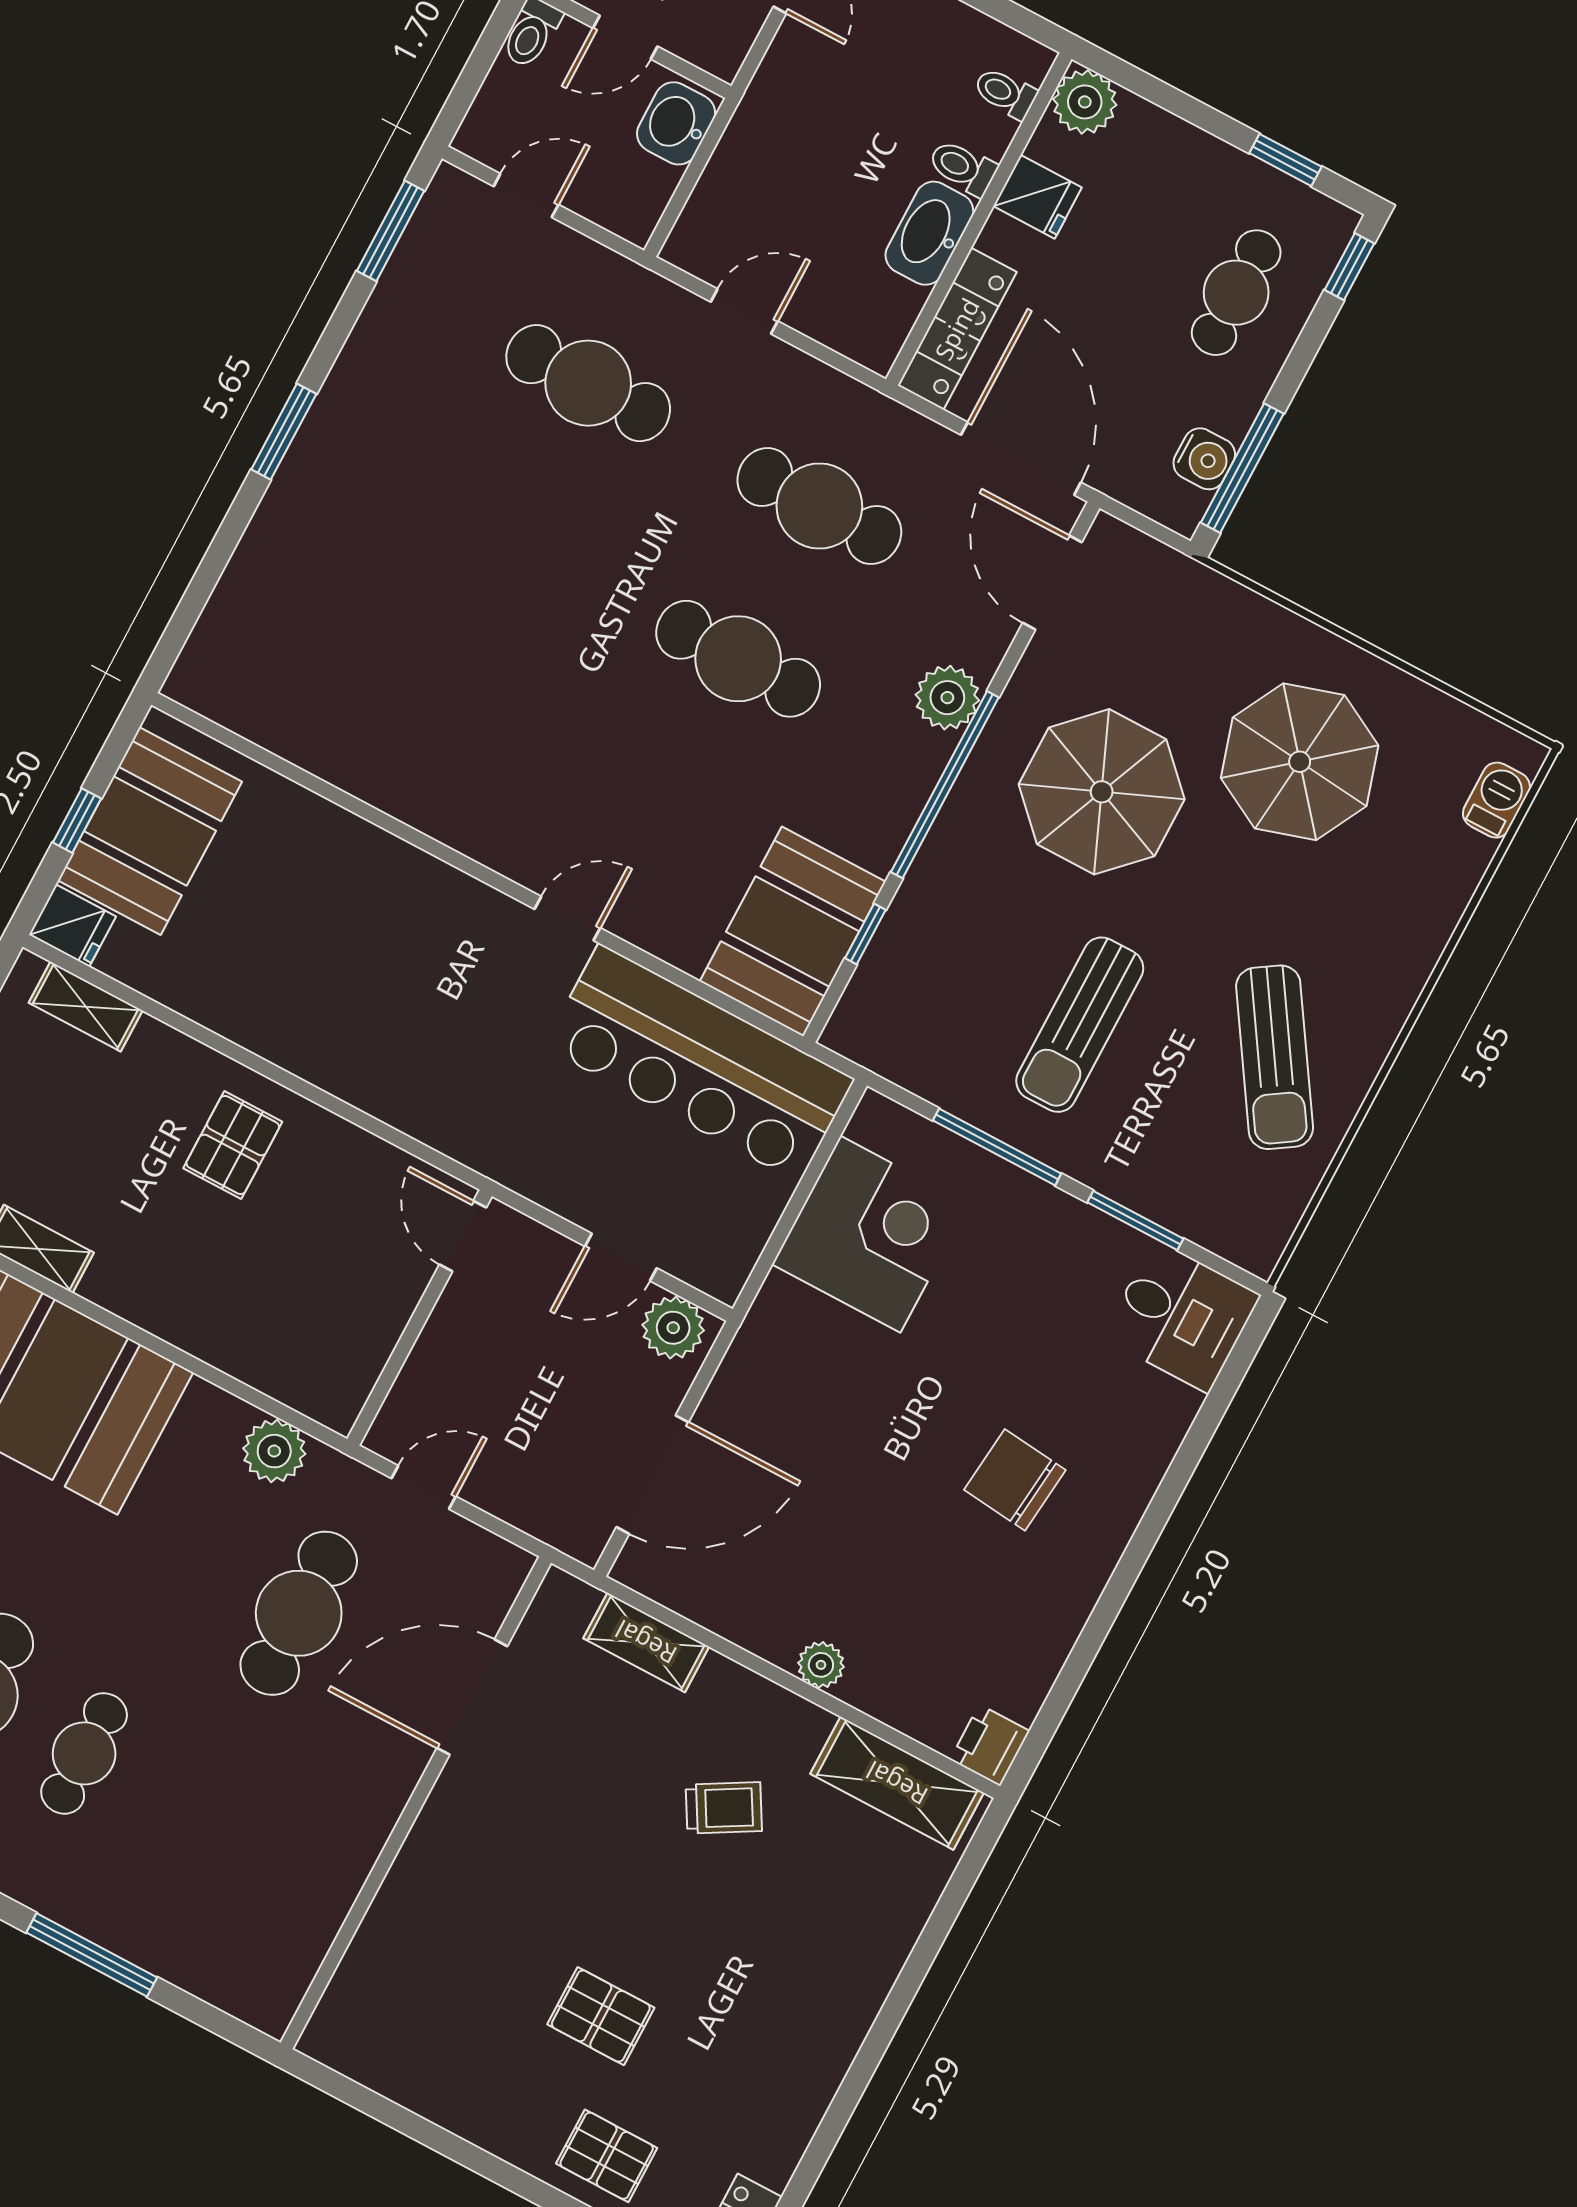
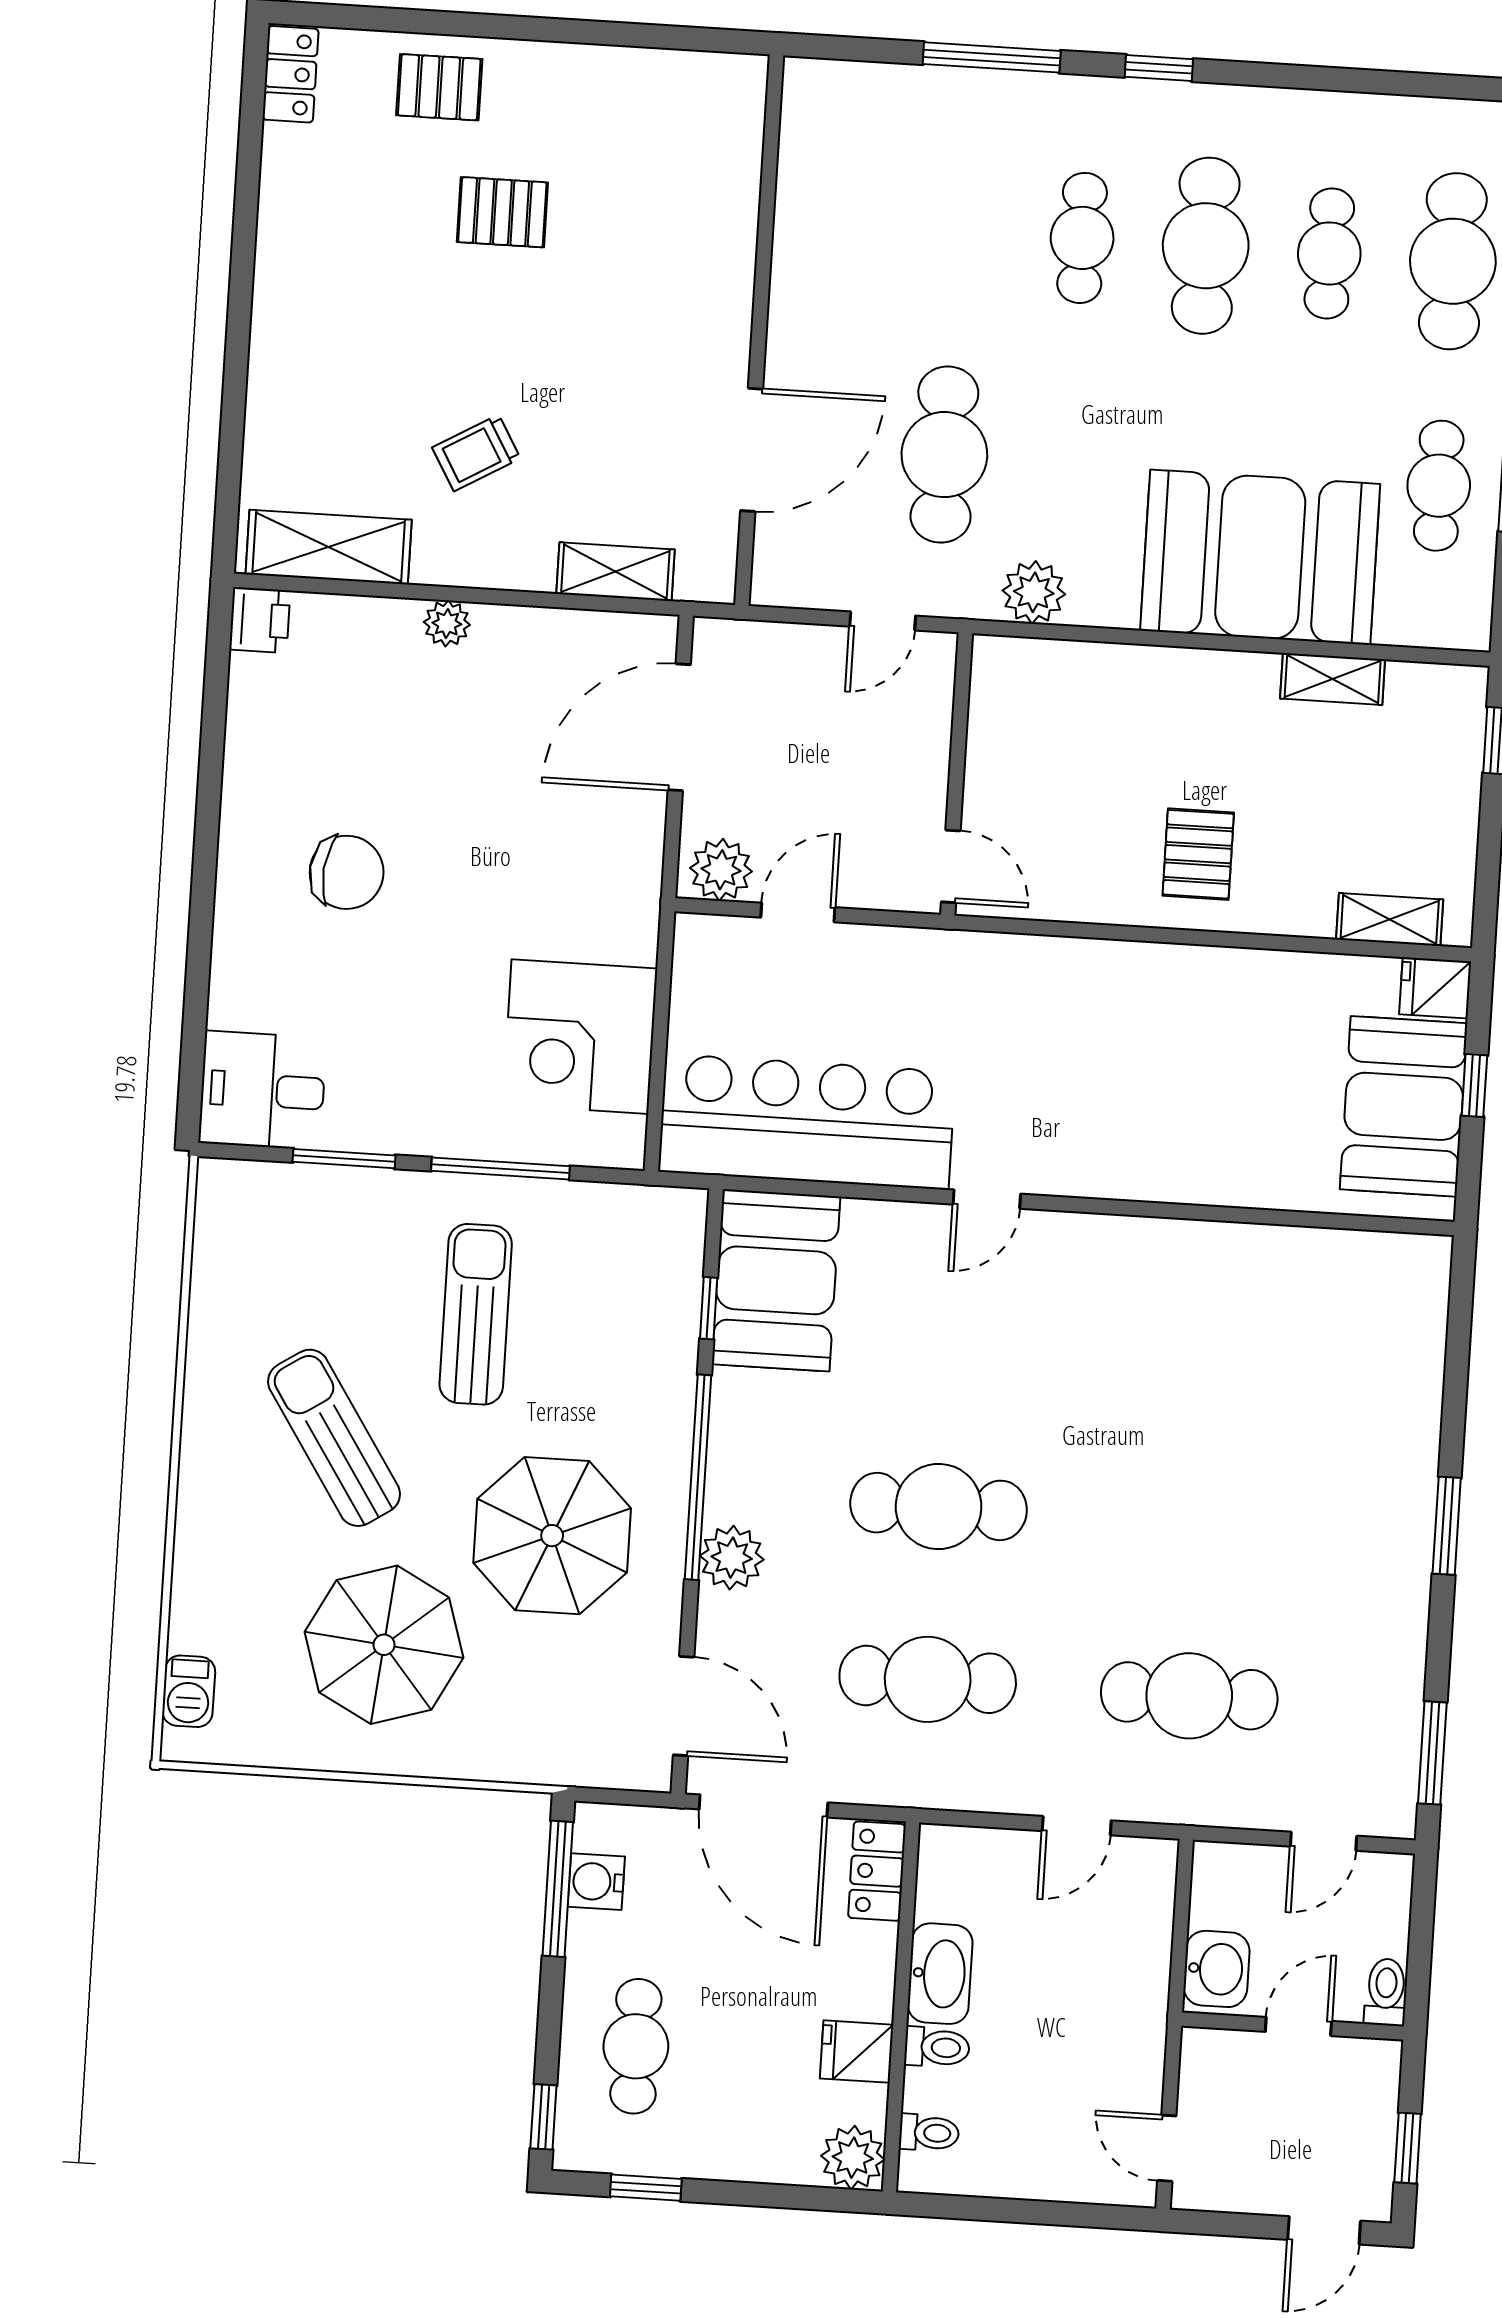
locker: (957, 329) -> (877, 1871), width x0.66
sun lounger: (1275, 1057) -> (334, 1438), moved

